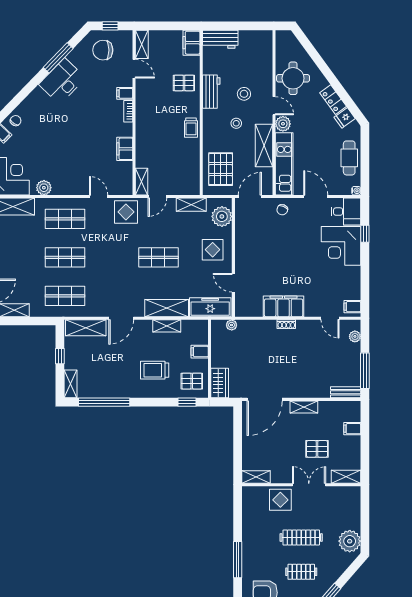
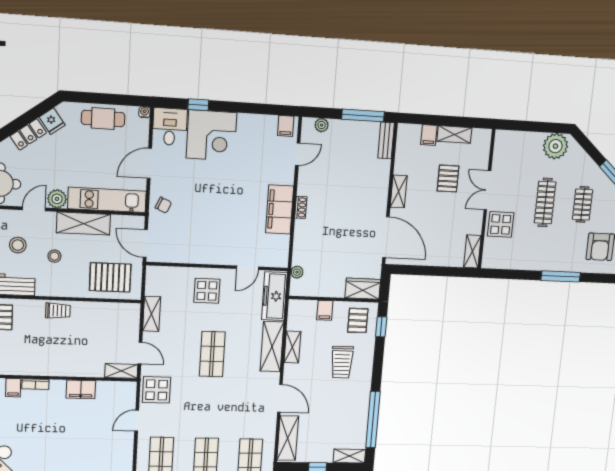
plant: (222, 216) -> (168, 278), removed
shelving: (346, 477) -> (454, 134), moved, turned 90

